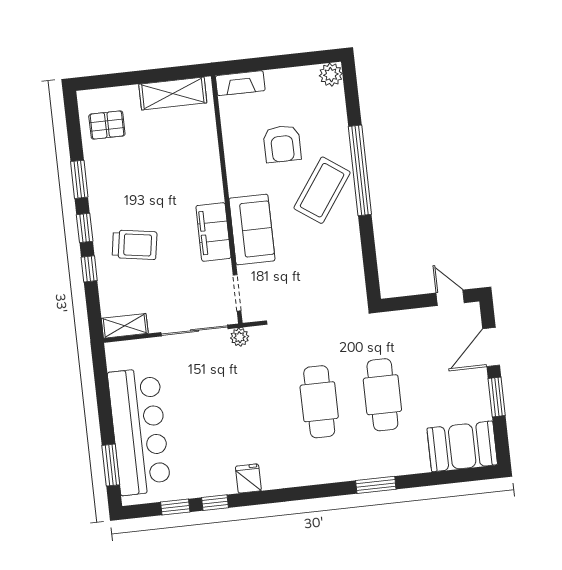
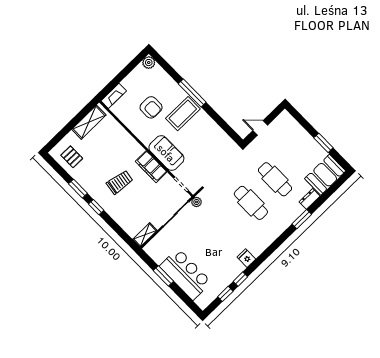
pallet: (107, 125) -> (72, 157), turned 90
window: (360, 170) -> (192, 93), width x0.68
coffee table: (322, 190) -> (183, 114), turned 55
trolley: (135, 245) -> (120, 182), moved
window: (89, 269) -> (111, 223), removed
door: (450, 298) -> (260, 128), moved
door: (491, 347) -> (305, 124), removed
bar counter: (139, 431) -> (186, 274), width x0.73
dresser: (411, 464) -> (310, 199), added
window: (111, 465) -> (163, 276), moved

